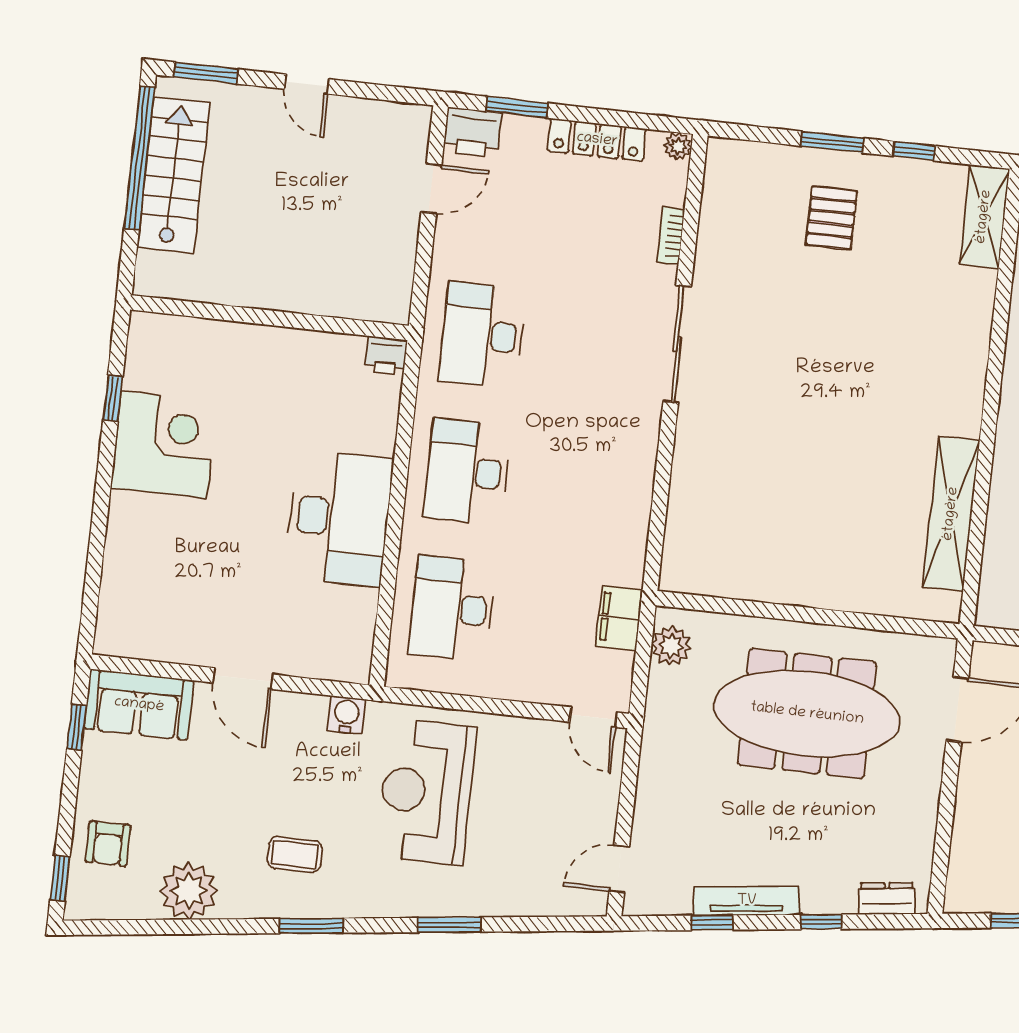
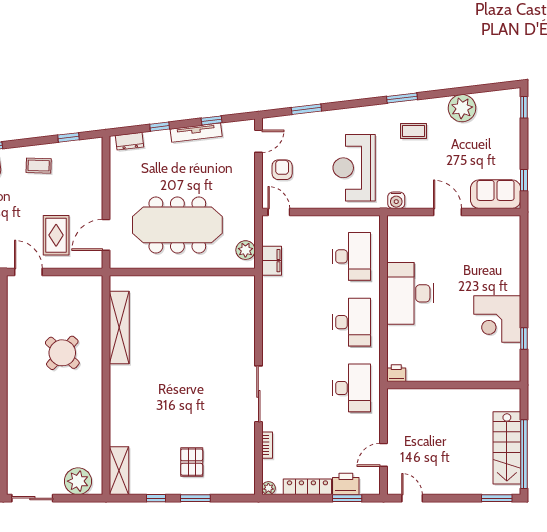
door: (307, 84) -> (412, 498), moved
printer: (472, 132) -> (346, 484), moved
reception desk: (427, 792) -> (354, 168), turned 180
armchair: (108, 844) -> (282, 170), moved
window: (449, 925) -> (306, 109), moved

